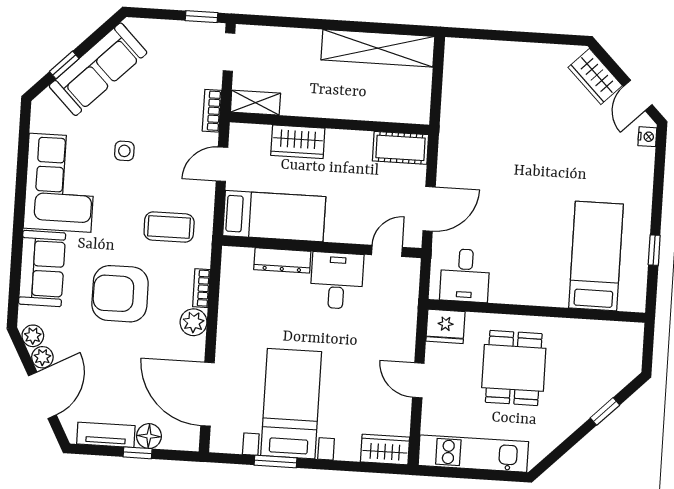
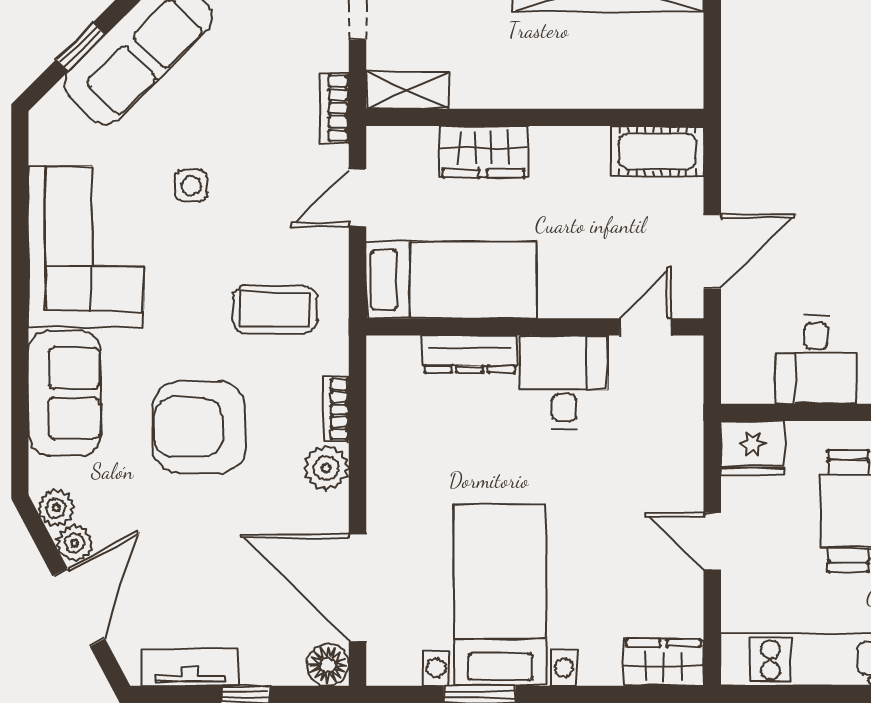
desk: (465, 275) -> (816, 360), moved
floor lamp: (149, 436) -> (328, 665), moved

